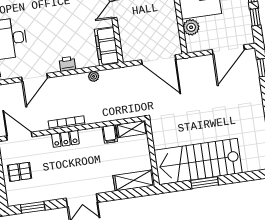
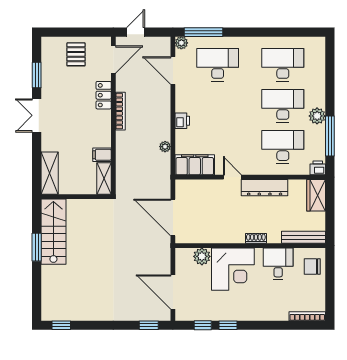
door: (159, 60) -> (173, 217), hinge flipped
door: (35, 77) -> (173, 71), moved
locker: (65, 139) -> (104, 95), moved
stairs: (198, 162) -> (53, 232), width x0.73, depth x0.66
window: (33, 207) -> (37, 75), moved

